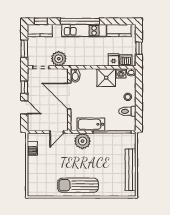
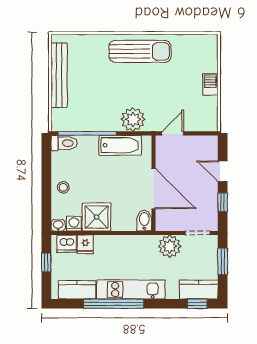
window: (80, 21) -> (114, 304), moved
toilet: (127, 111) -> (64, 143), moved
barbecue: (32, 148) -> (210, 84), moved

